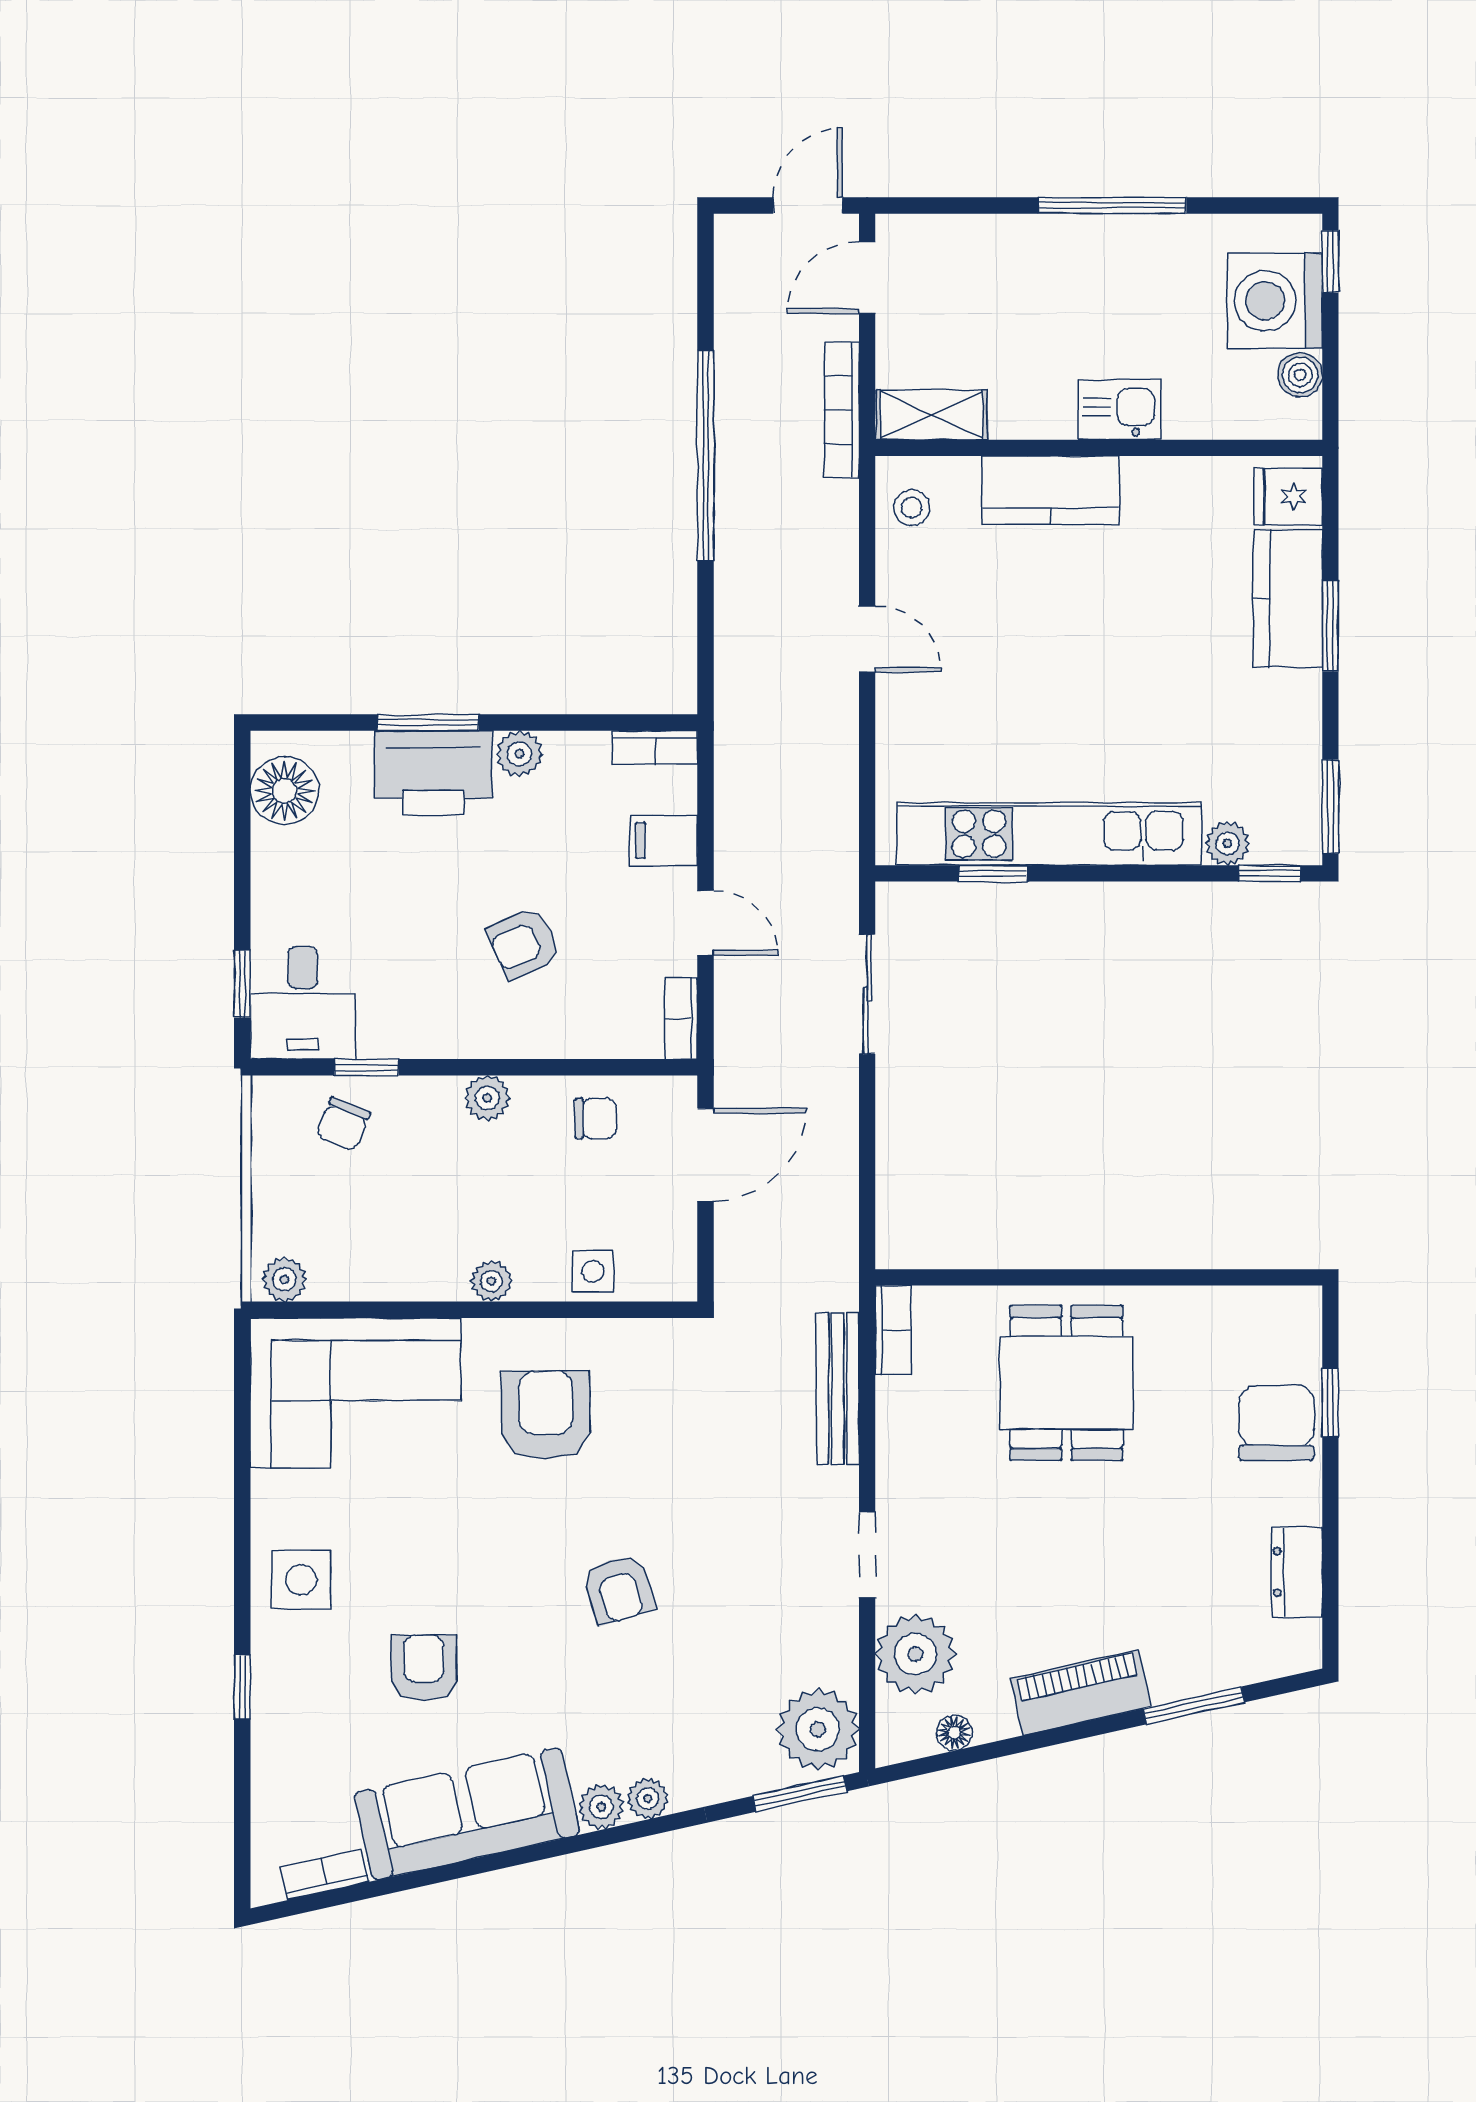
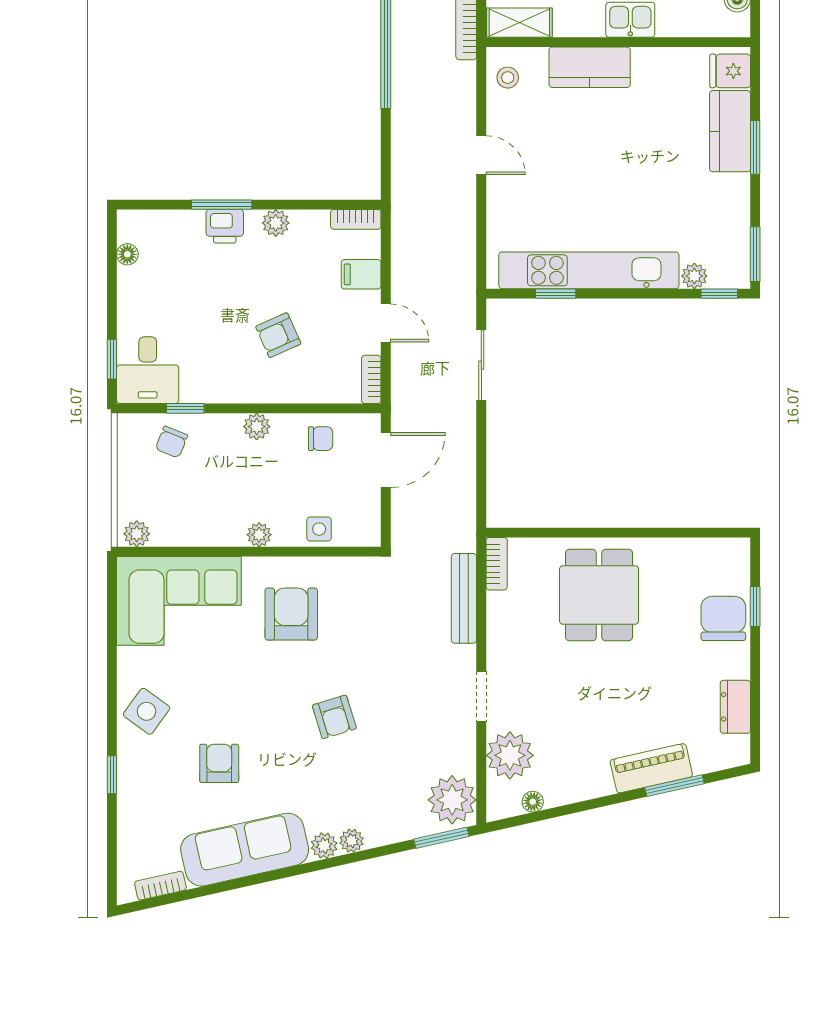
printer: (433, 773) -> (225, 226), width x0.53, depth x0.68
floor lamp: (284, 791) -> (127, 254), width x0.53, depth x0.53
side table: (301, 1580) -> (147, 711), turned 36
piano: (1081, 1693) -> (651, 768), moved

